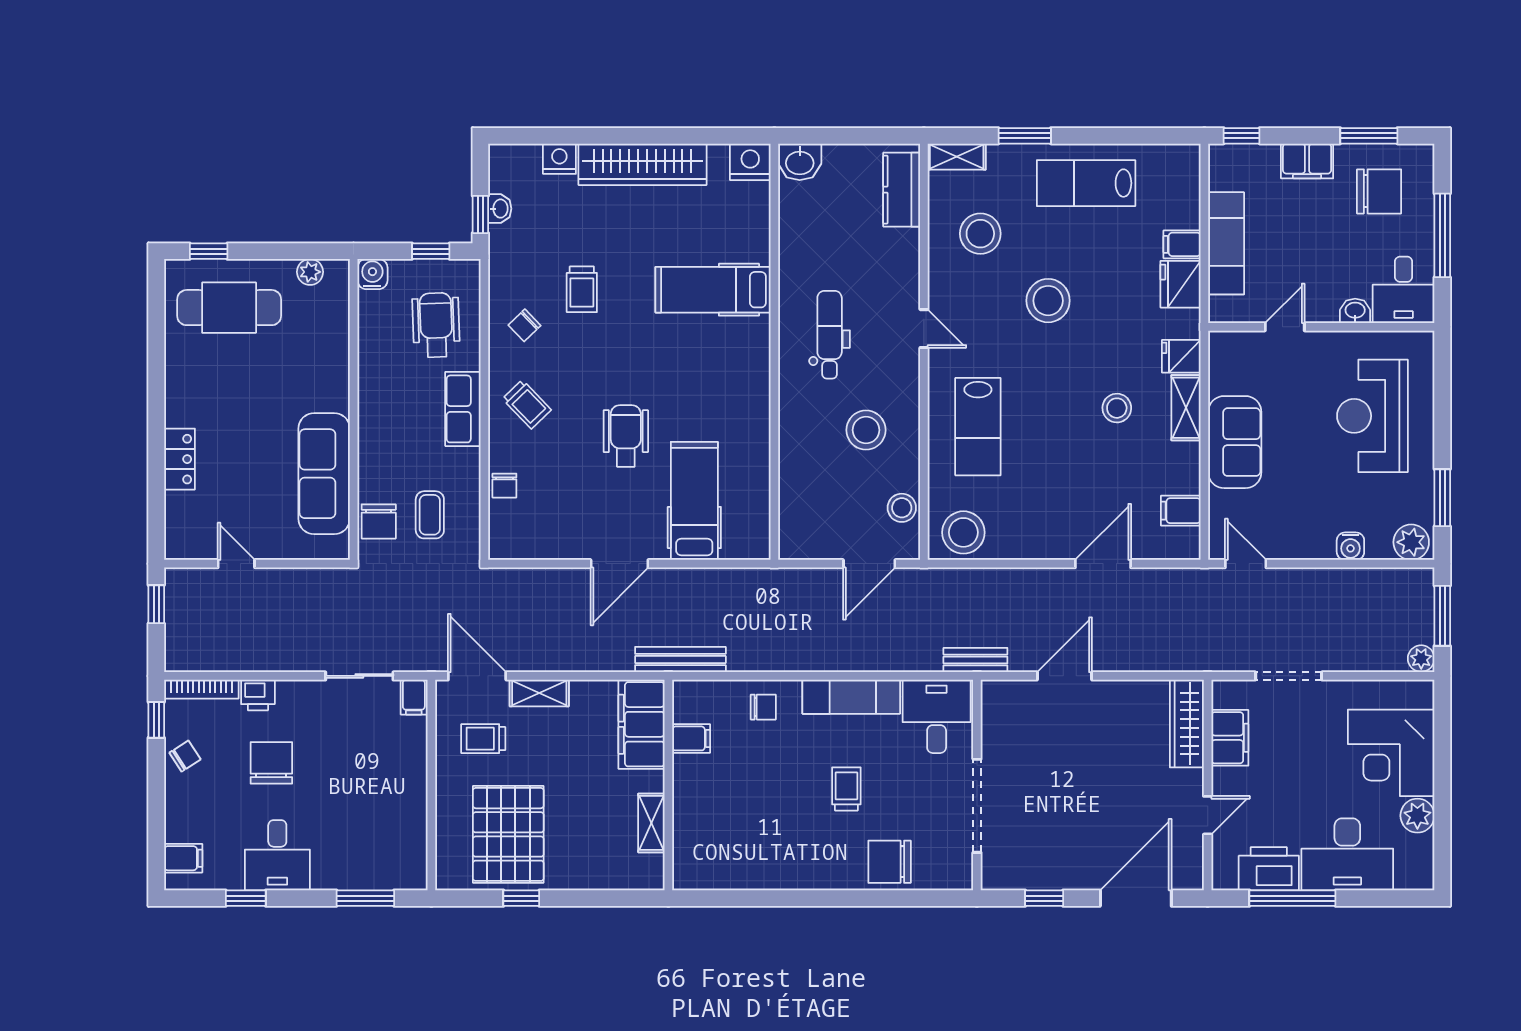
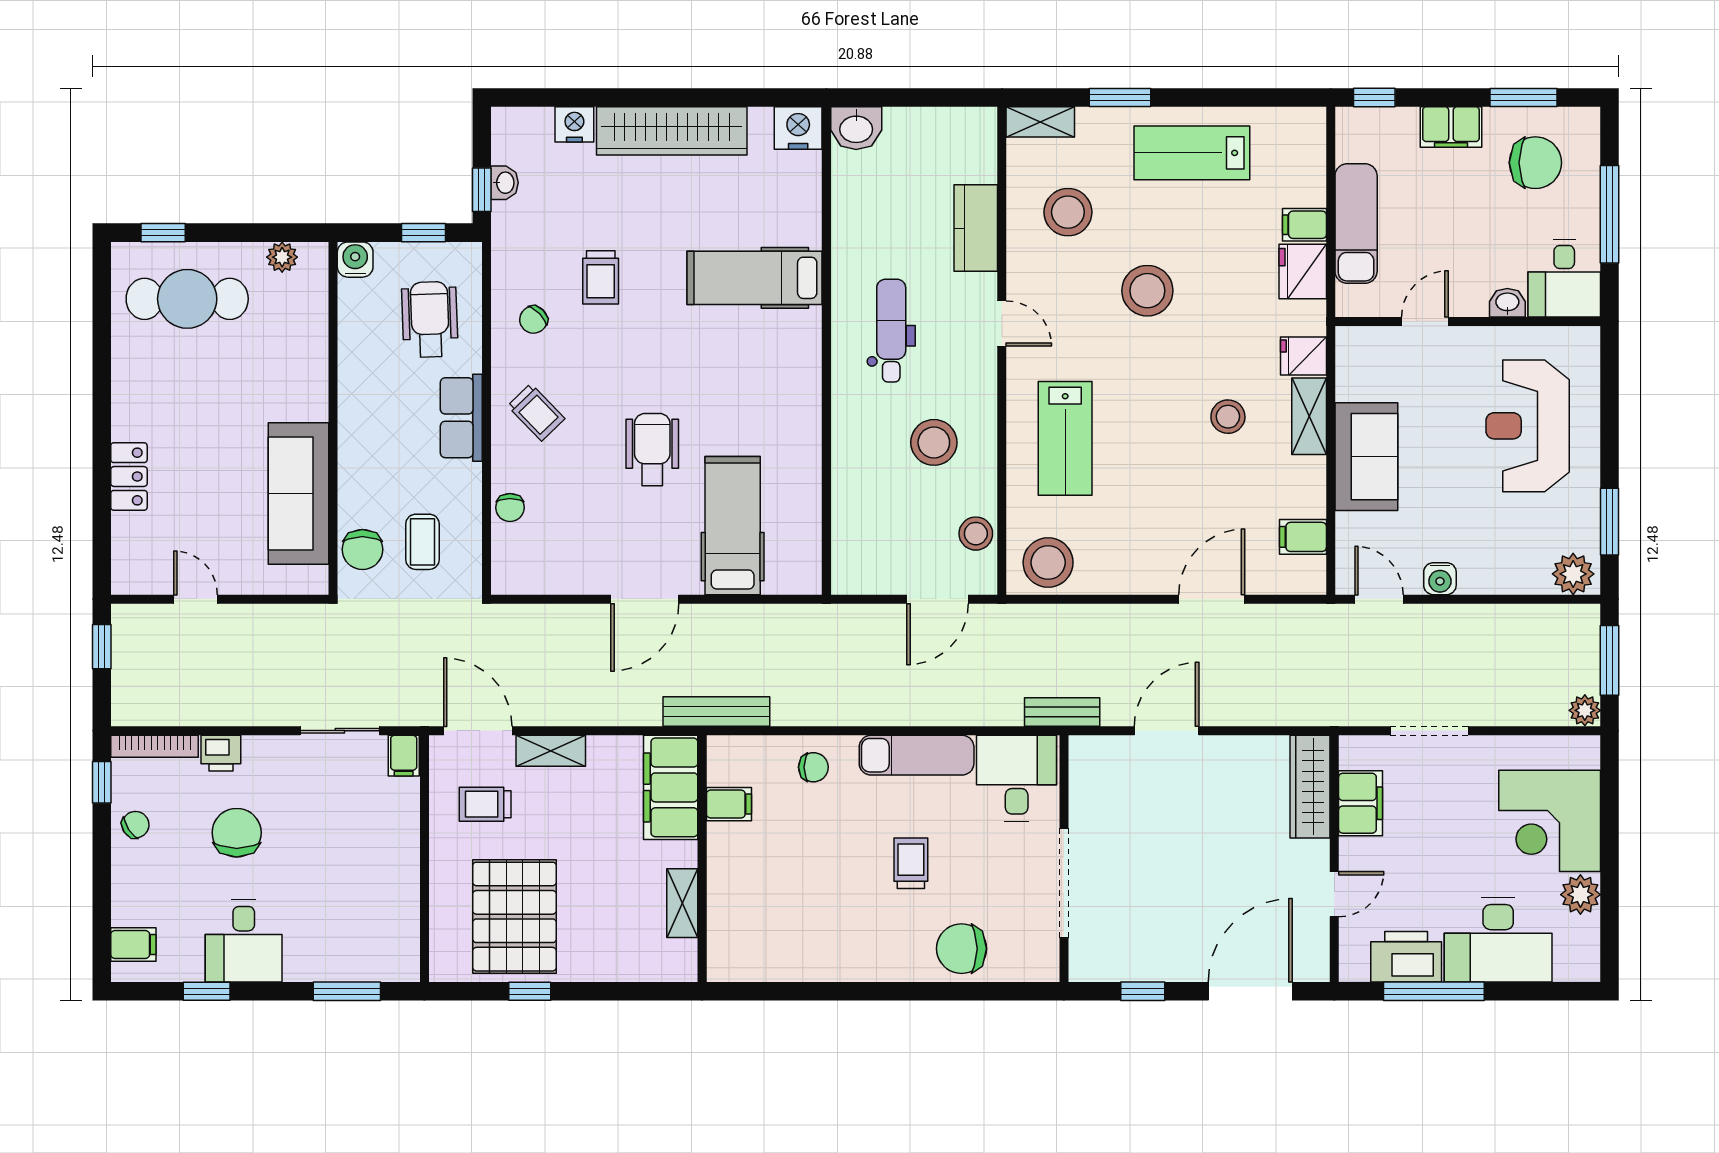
kitchen counter: (902, 190) -> (976, 228), moved
water cooler: (1350, 546) -> (1440, 579), moved

